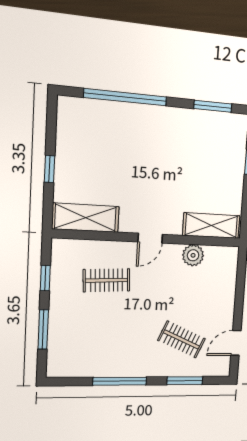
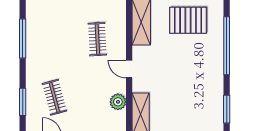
pallet: (86, 150) -> (188, 20), added
clothes rail: (182, 339) -> (54, 97), turned -39
window: (120, 381) -> (23, 39), moved

